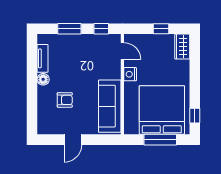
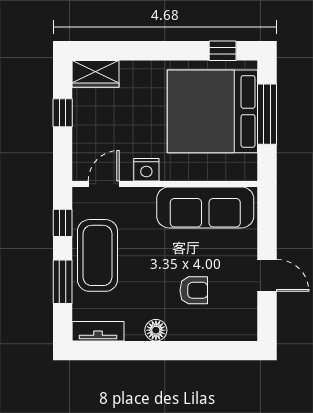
coffee table: (84, 48) -> (97, 255), added
tv unit: (43, 58) -> (98, 331), moved
armchair: (65, 100) -> (194, 290), turned 90

